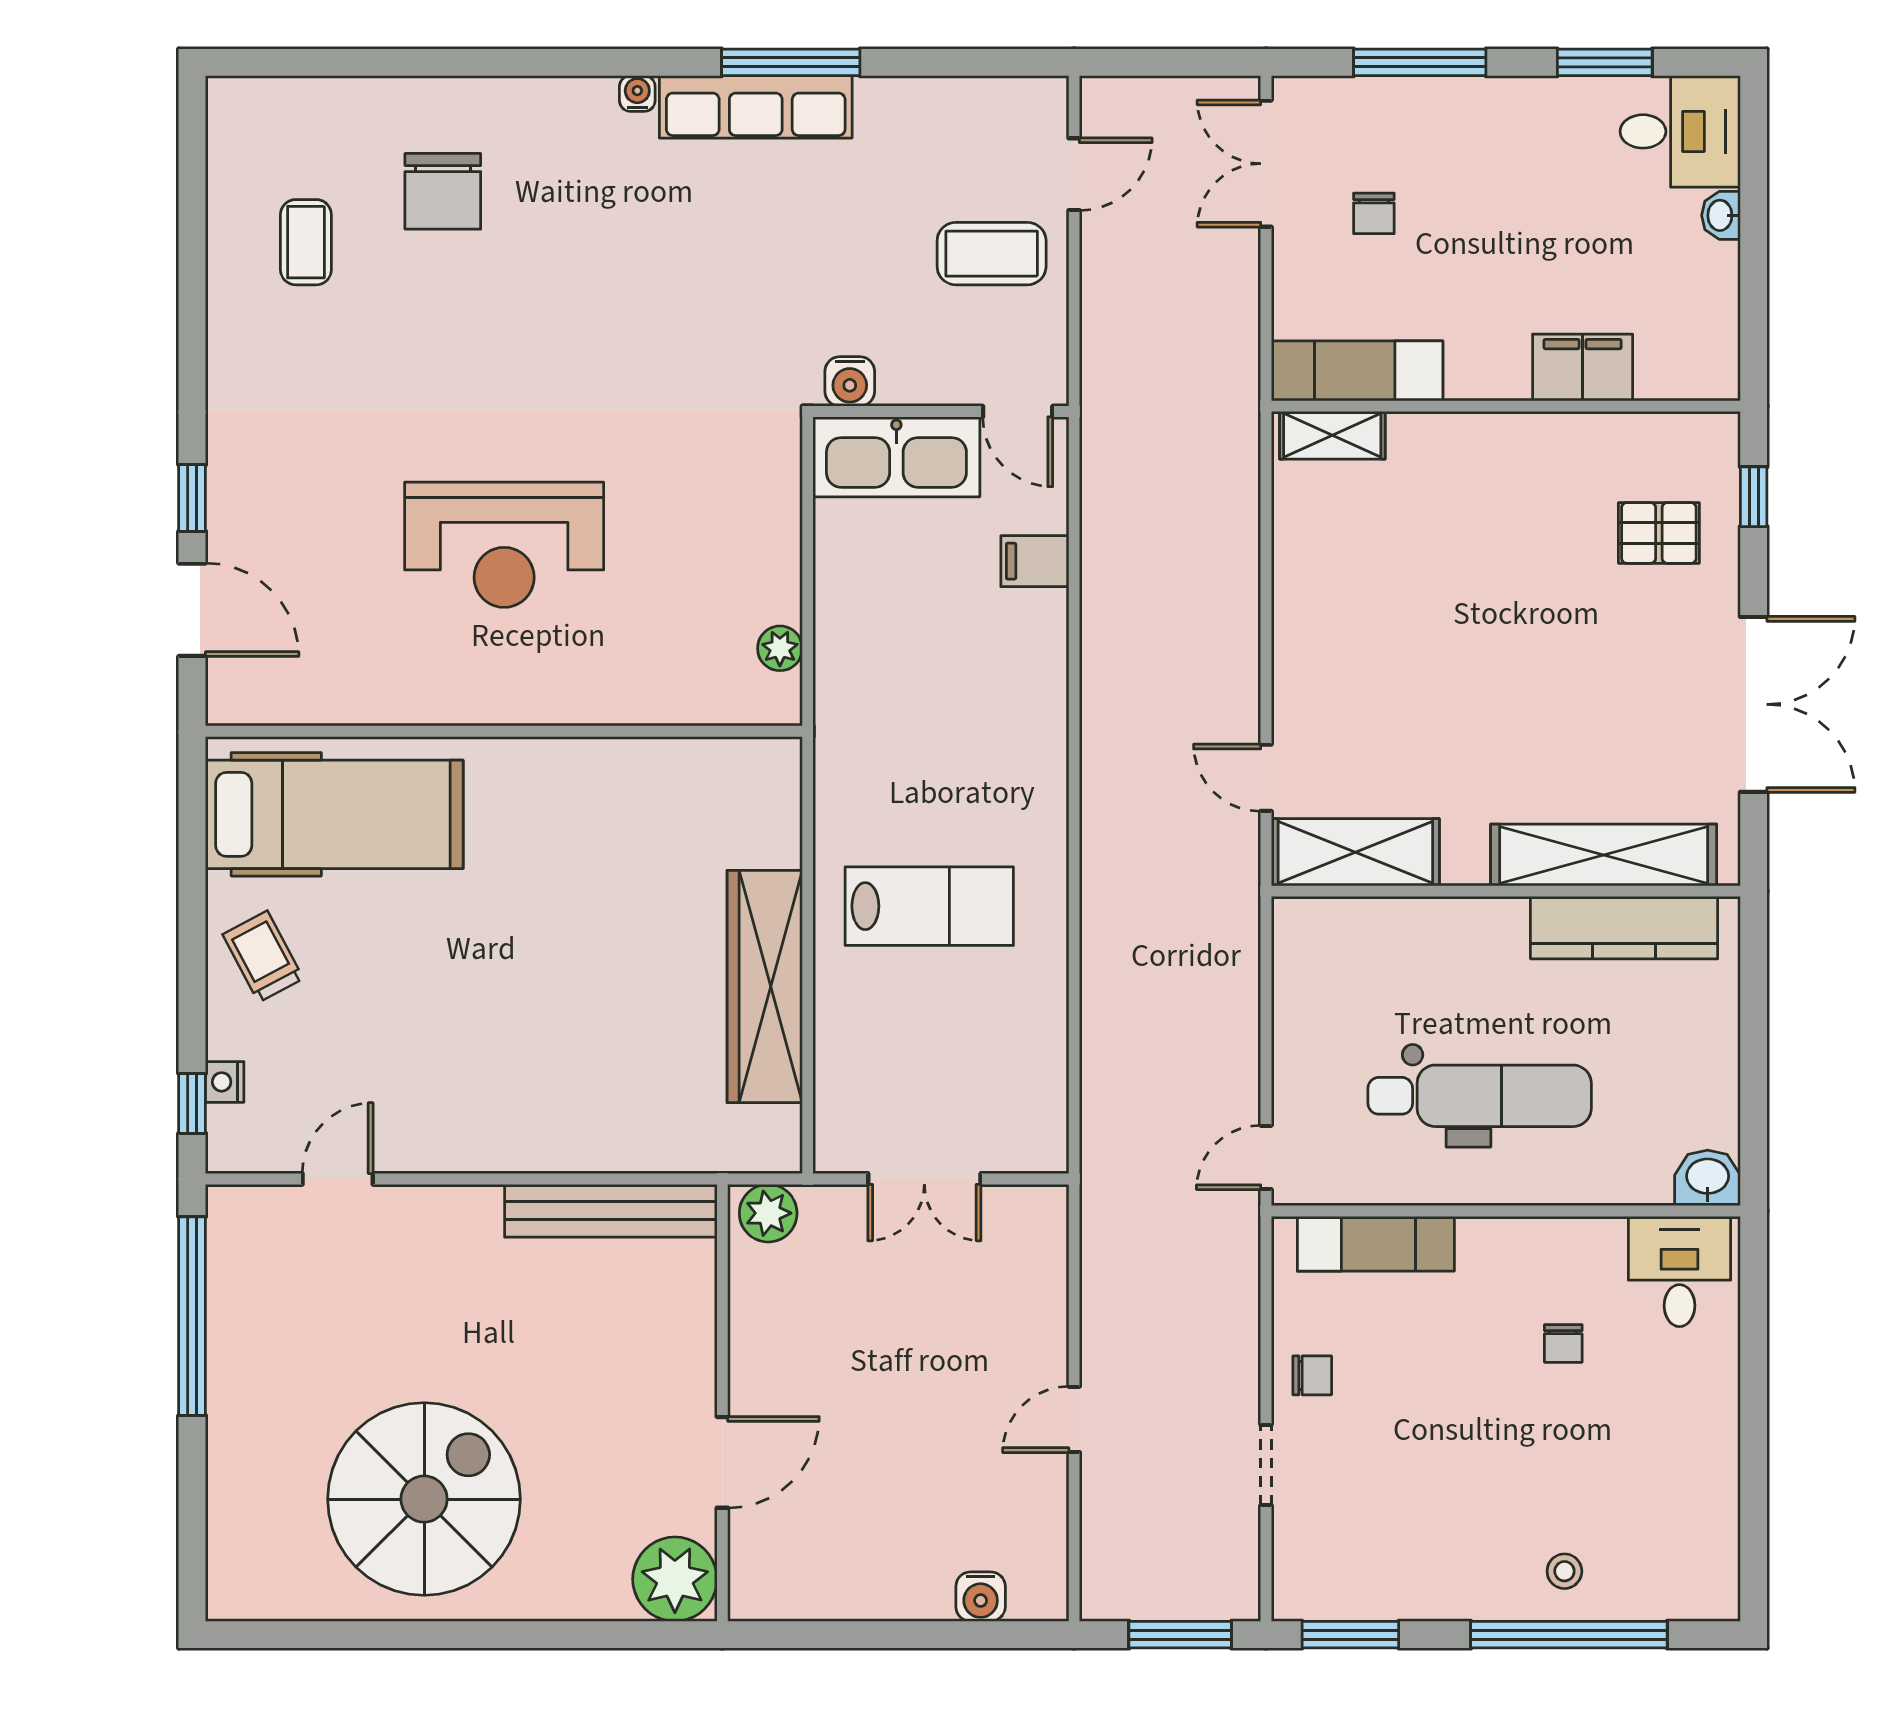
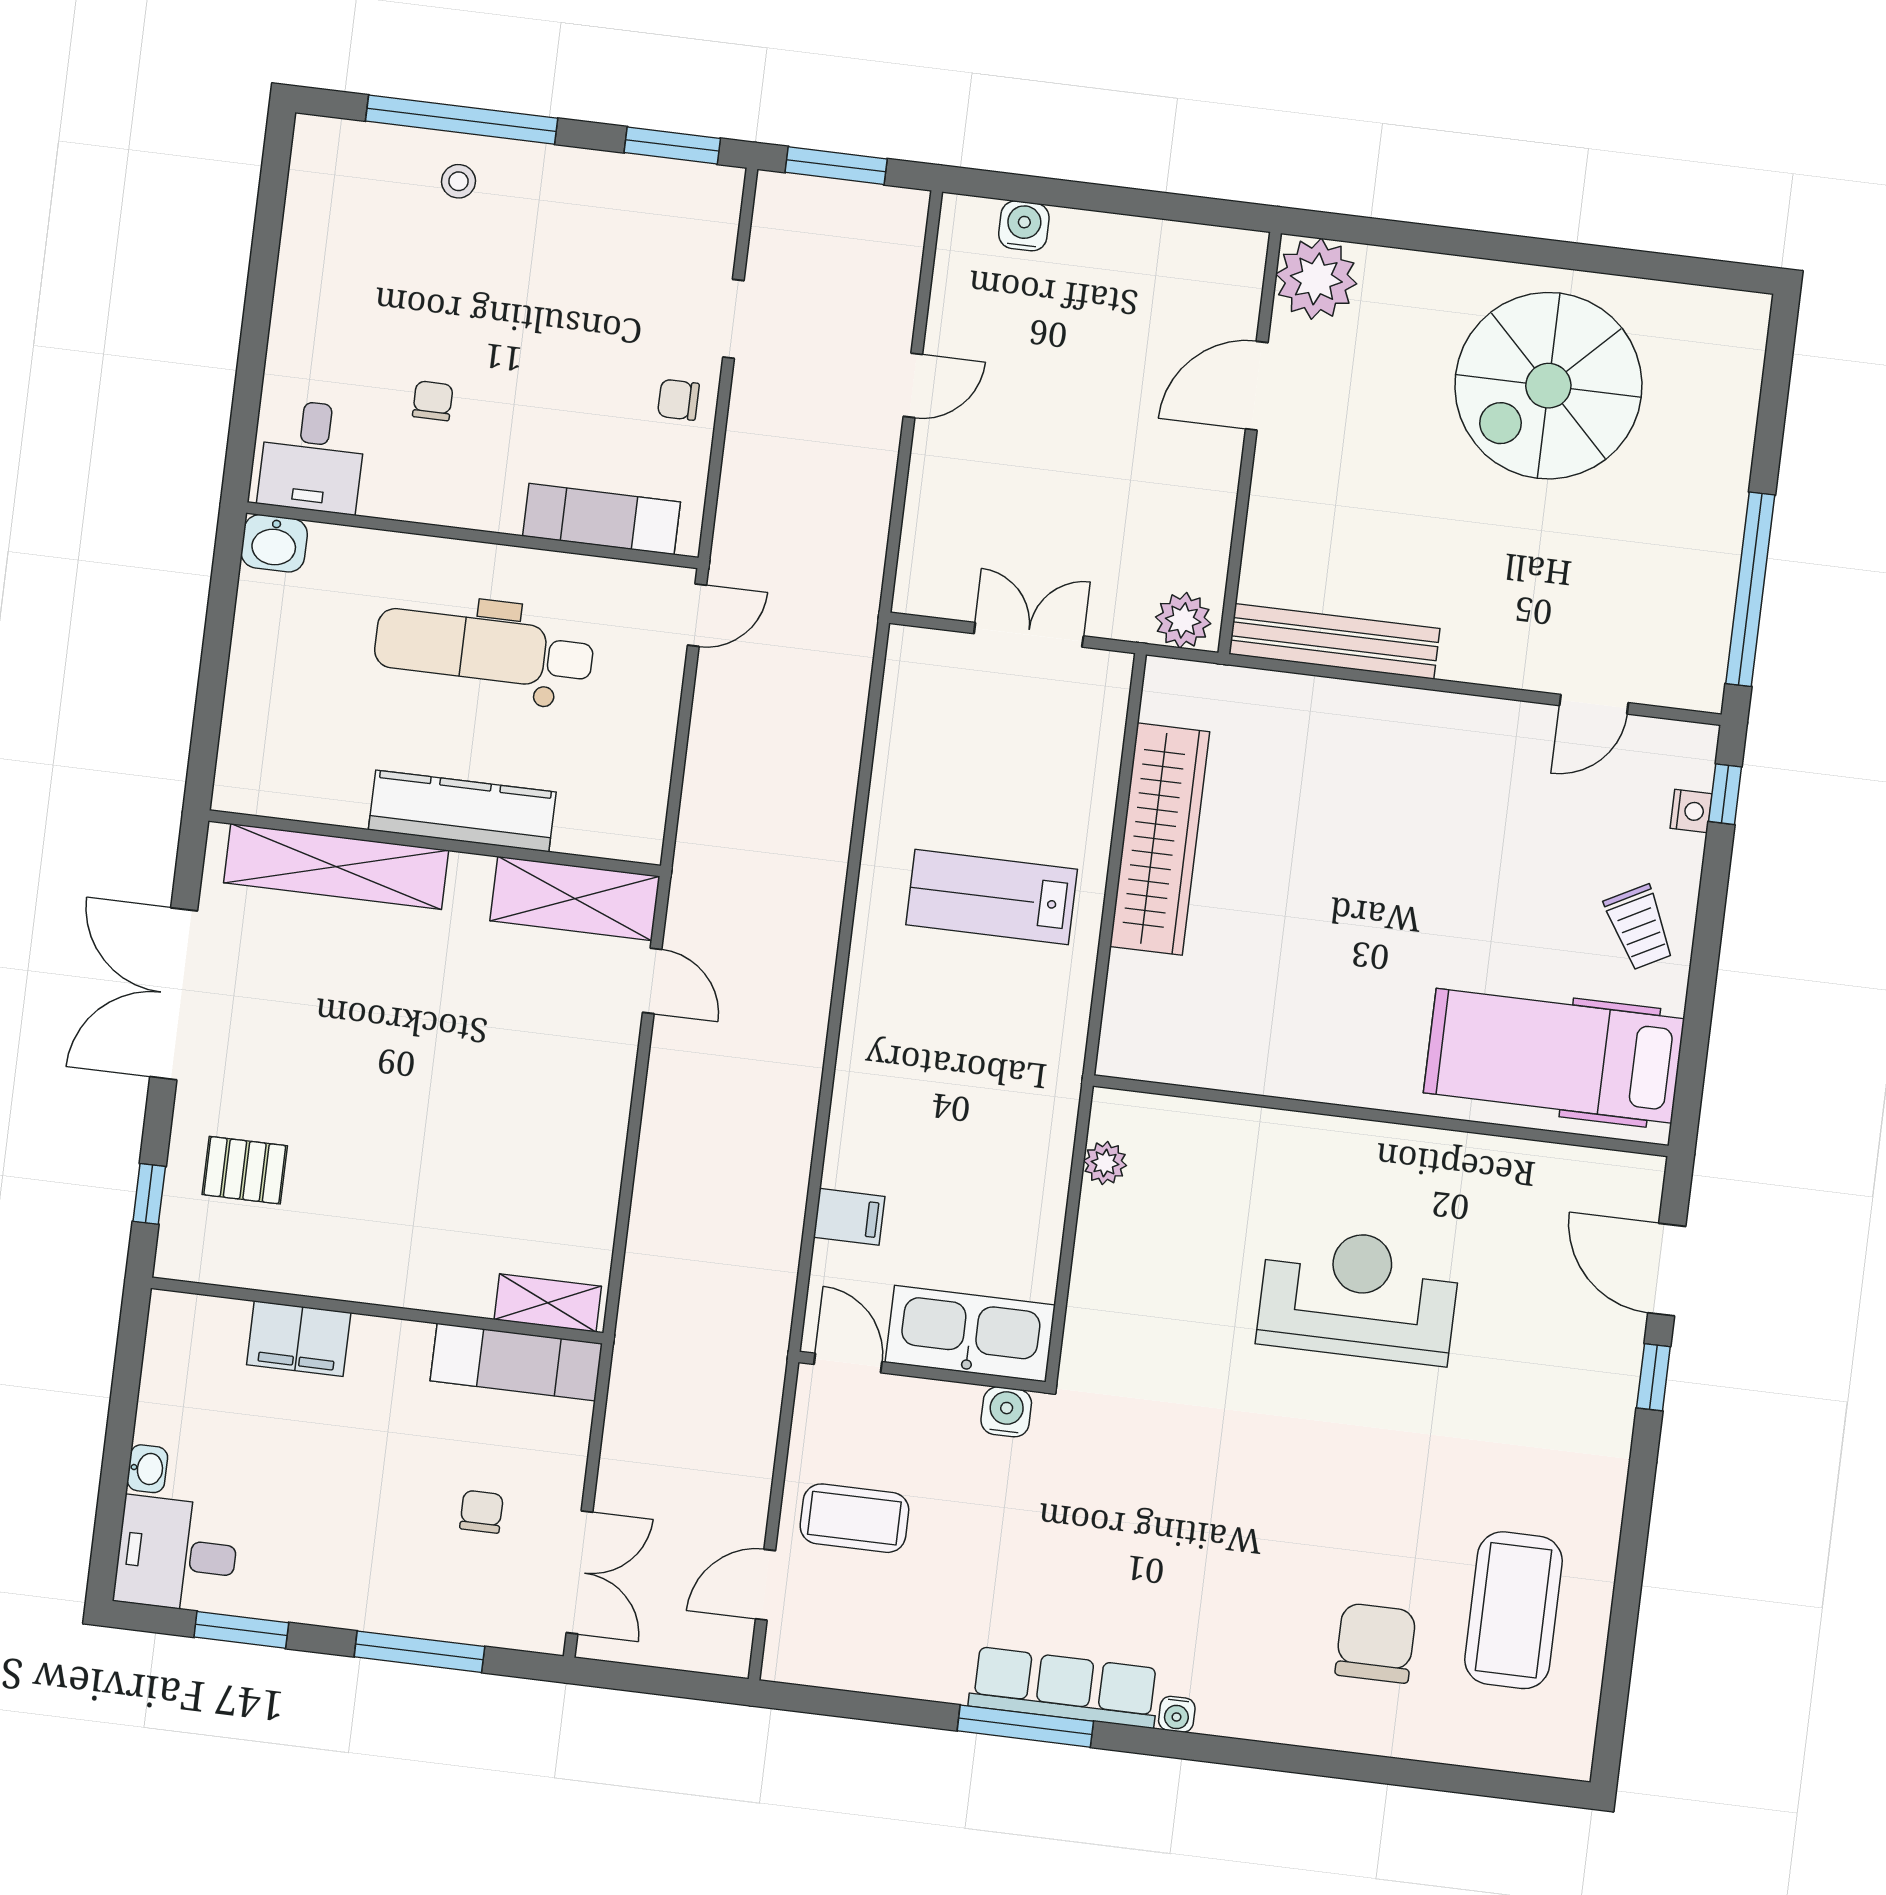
coffee table: (306, 242) -> (1514, 1610), width x1.86, depth x1.72
kitchen counter: (1624, 928) -> (462, 811), moved

